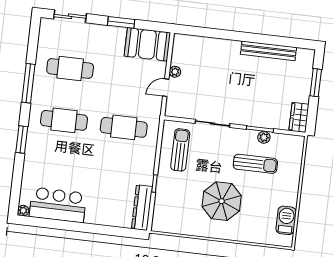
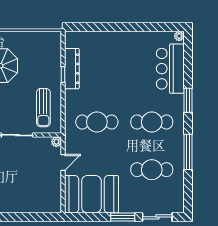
window: (121, 22) -> (123, 217), moved
booth: (147, 44) -> (91, 194), width x1.36, depth x1.42
plant: (175, 72) -> (56, 142), moved
bar counter: (58, 205) -> (170, 69), moved, turned 90
dresser: (142, 208) -> (72, 69), moved

